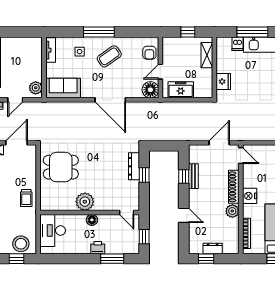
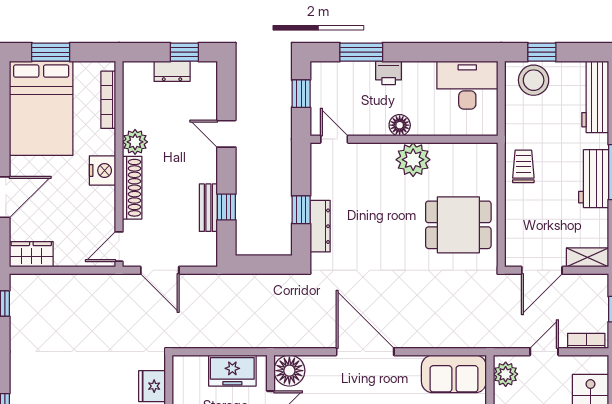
door: (219, 143) -> (160, 270), hinge flipped
door: (241, 156) -> (119, 247), hinge flipped
desk: (53, 230) -> (467, 85), moved, turned -90

